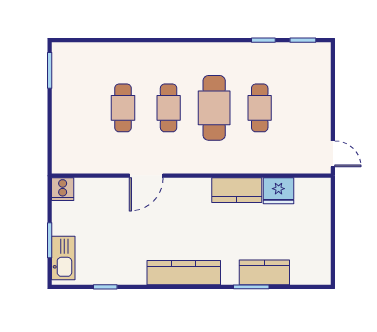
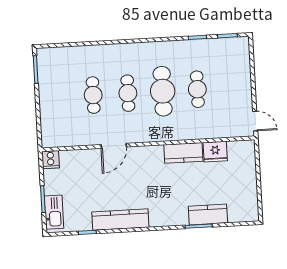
kitchen counter: (184, 273) -> (120, 220), moved

